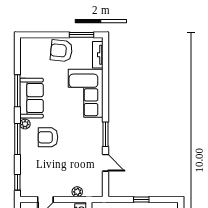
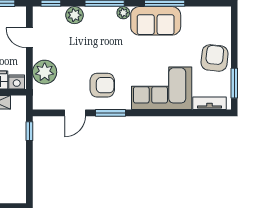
armchair: (48, 137) -> (102, 85), moved, turned 90
plant: (27, 163) -> (74, 15), added
plant: (77, 192) -> (45, 72), width x1.88, depth x1.88
window: (141, 199) -> (29, 131), moved

